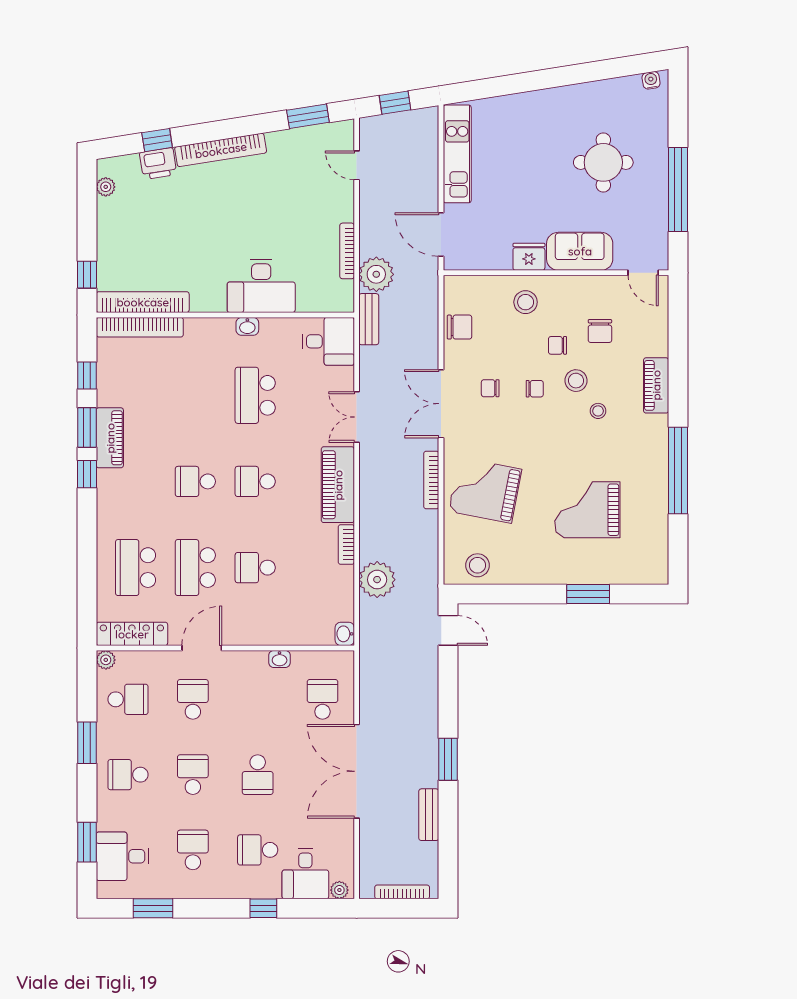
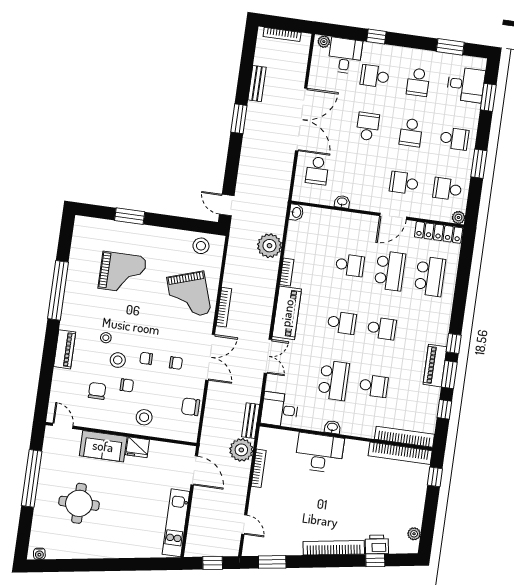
school desk: (195, 395) -> (374, 386), added
grand piano: (485, 490) -> (189, 295), turned 61
school desk: (193, 699) -> (404, 183), turned 90
school desk: (258, 850) -> (375, 76), turned 180

